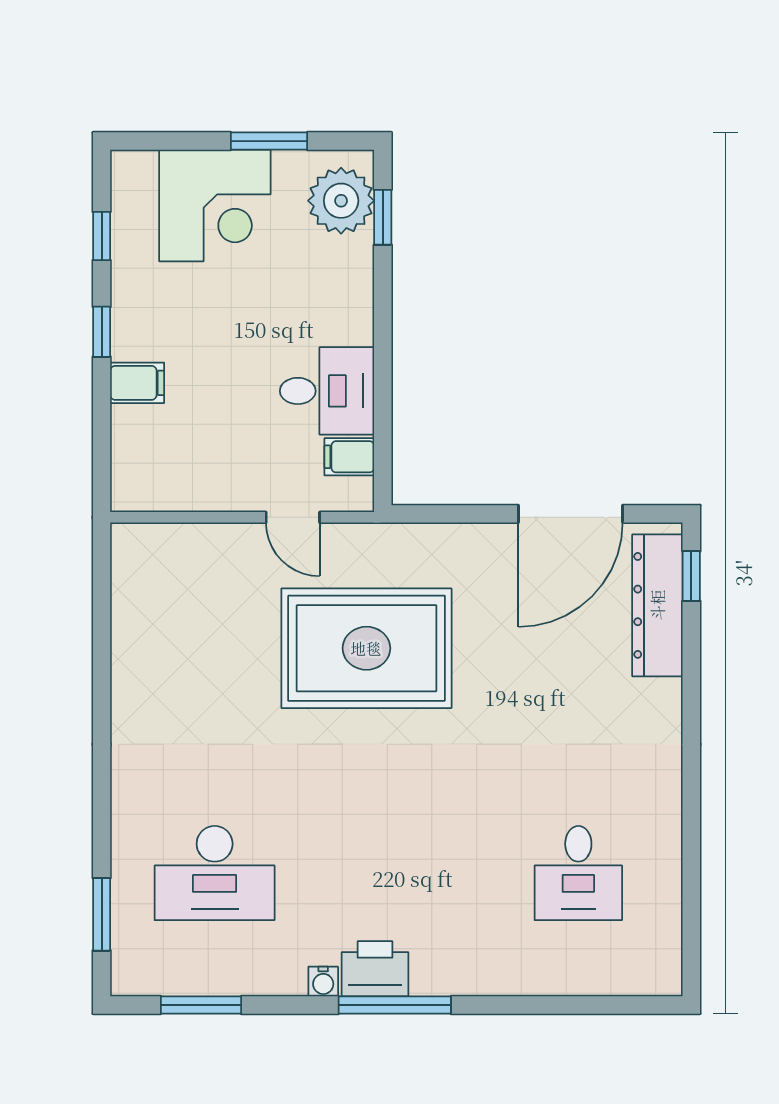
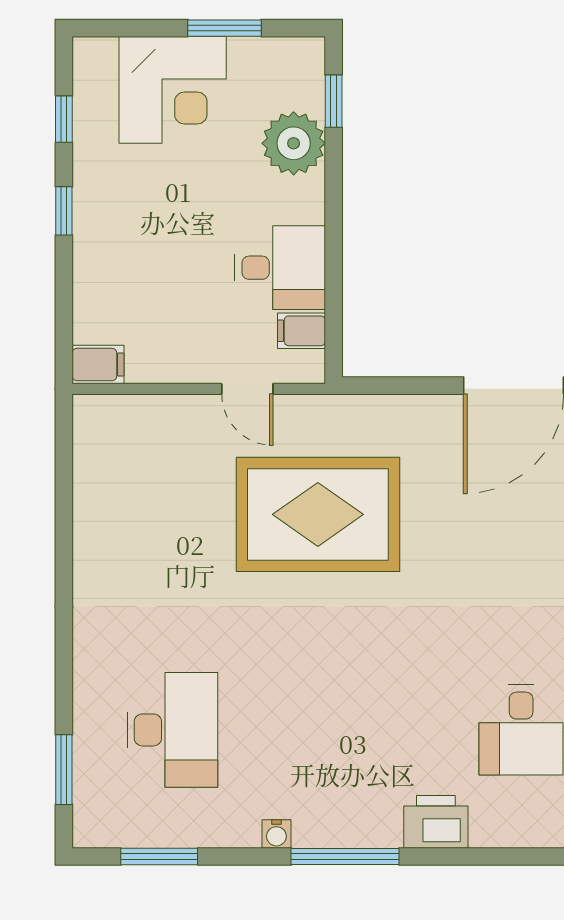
plant: (341, 201) -> (294, 143), moved
filing cabinet: (137, 383) -> (98, 365), moved
desk: (215, 873) -> (172, 730), turned -90
printer: (375, 969) -> (436, 822), moved

